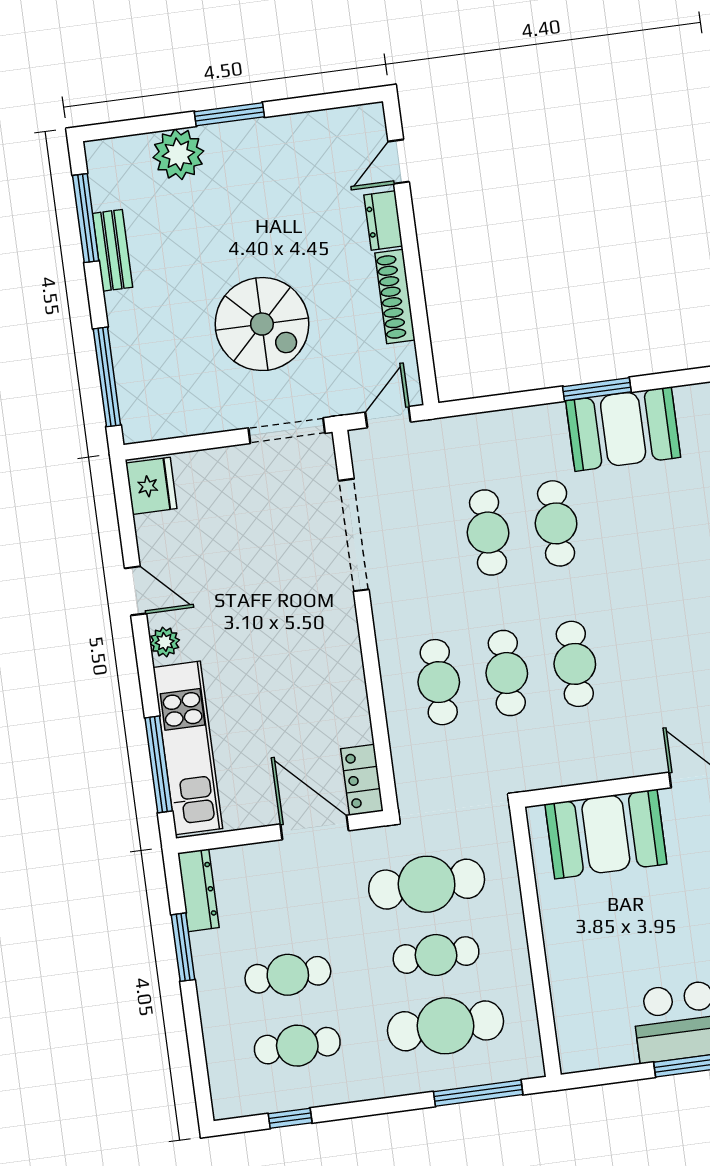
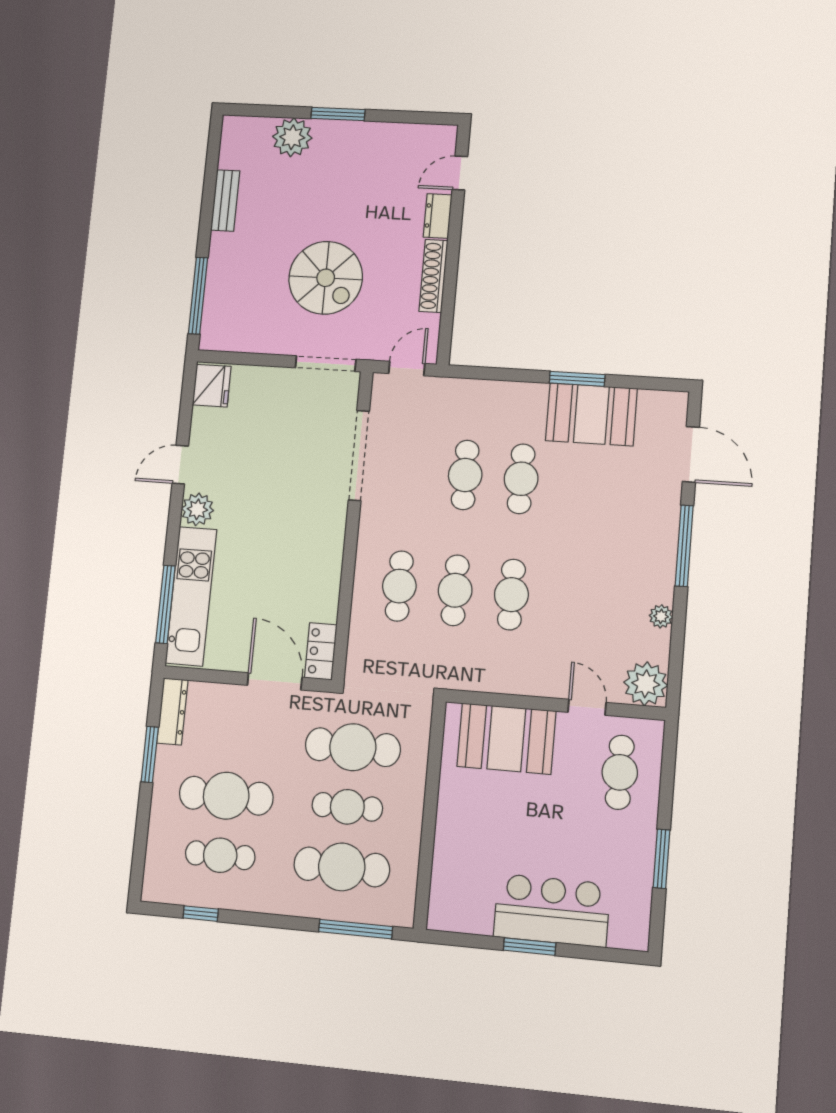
window: (86, 218) -> (211, 173), removed
door: (135, 591) -> (180, 465), swing flipped
plant: (165, 642) -> (197, 509), width x1.38, depth x1.38
cafe table: (288, 975) -> (226, 796), width x1.37, depth x1.35

